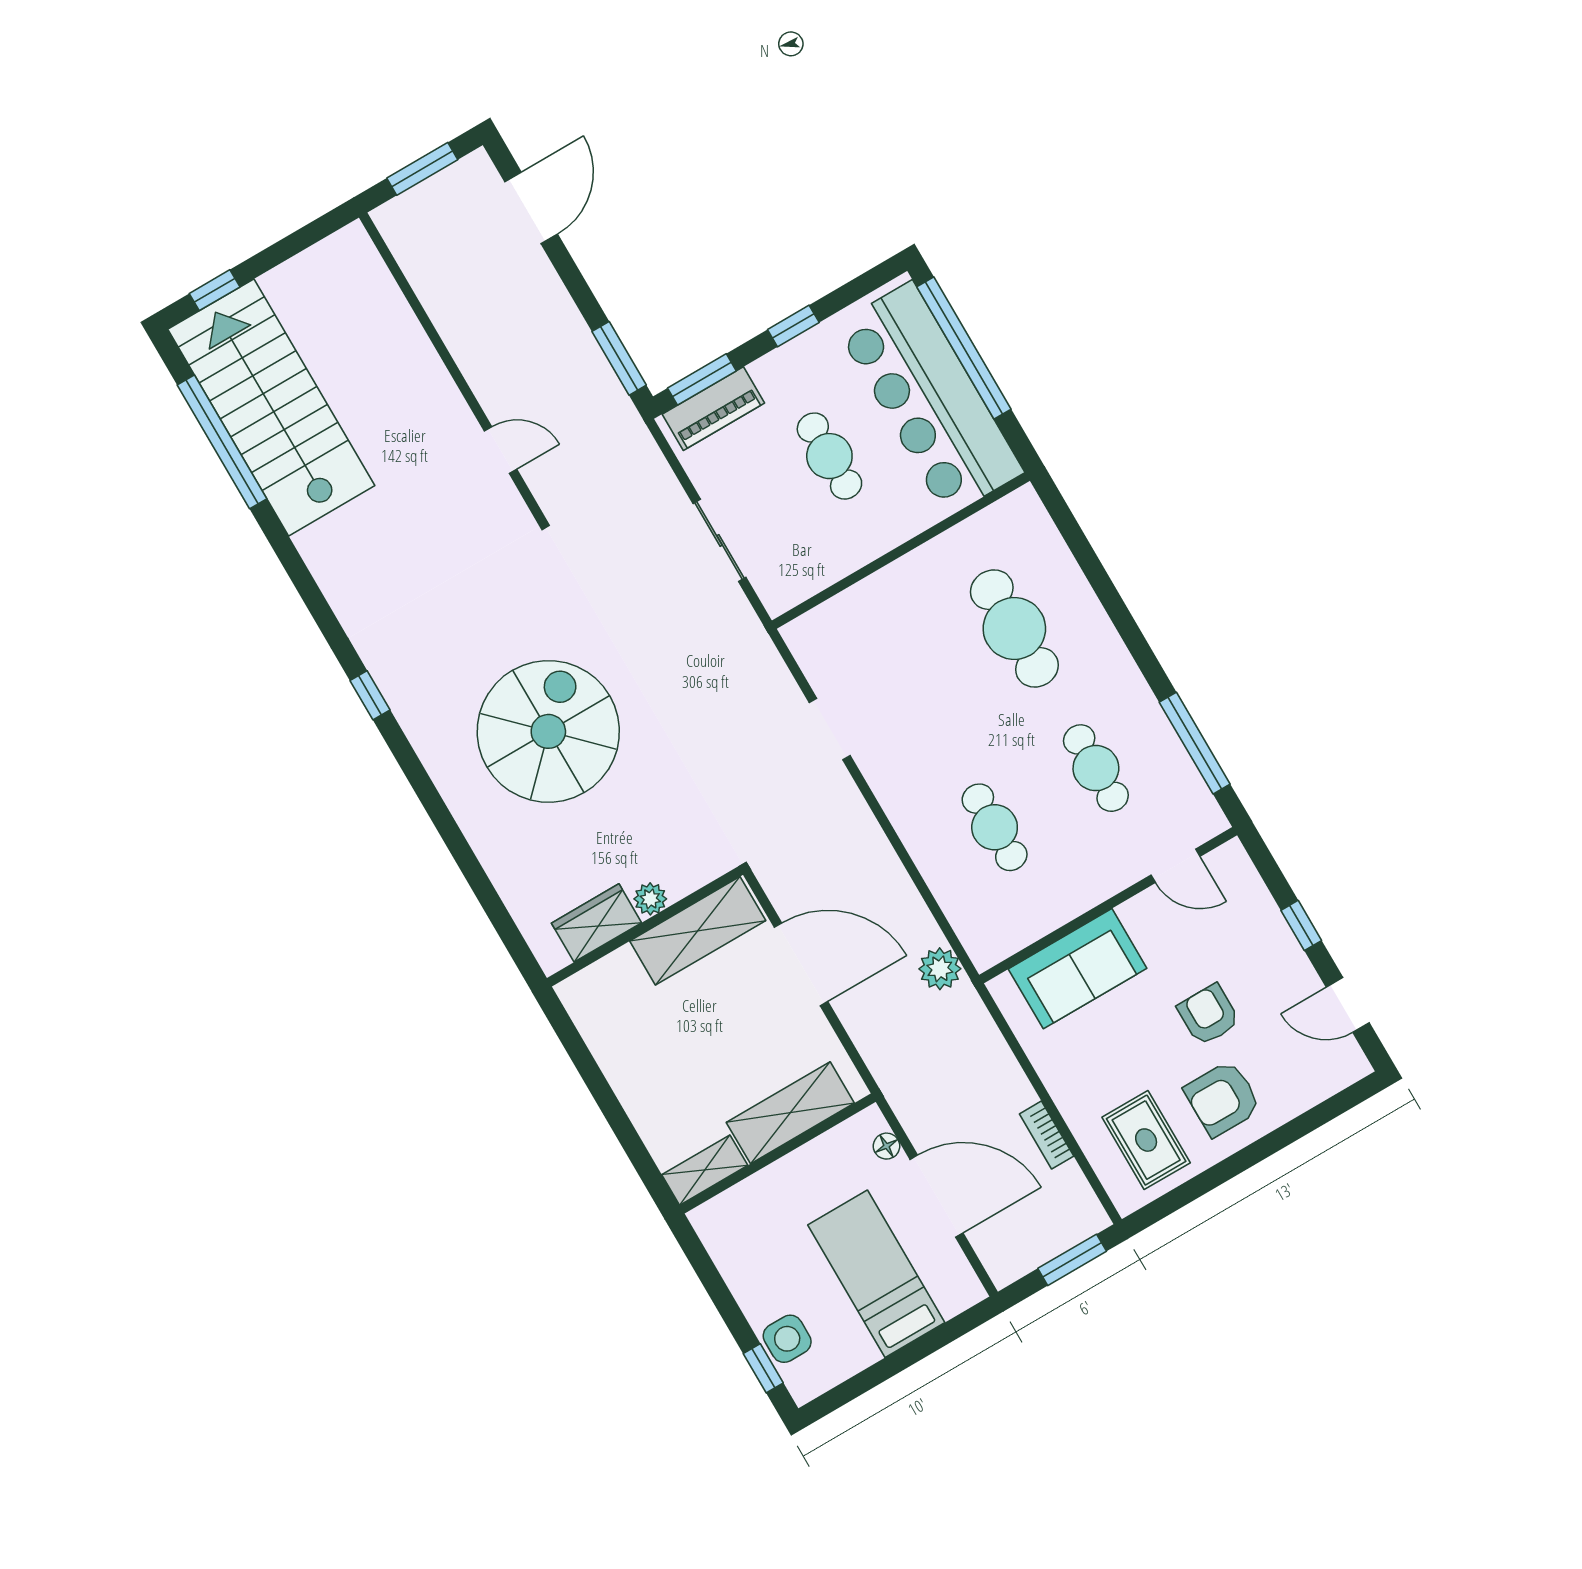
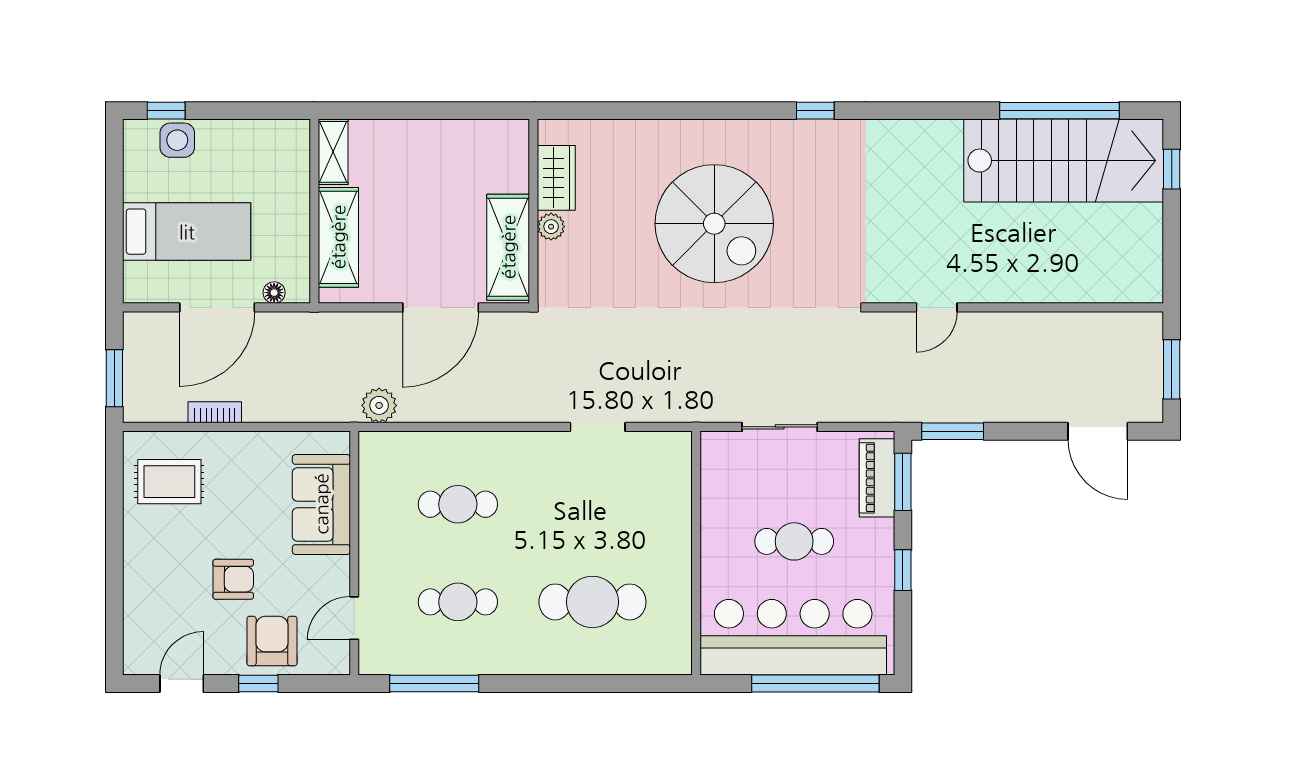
armchair: (1223, 1099) -> (272, 641), moved

